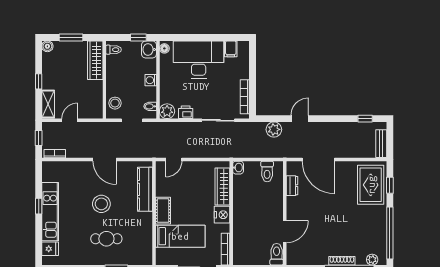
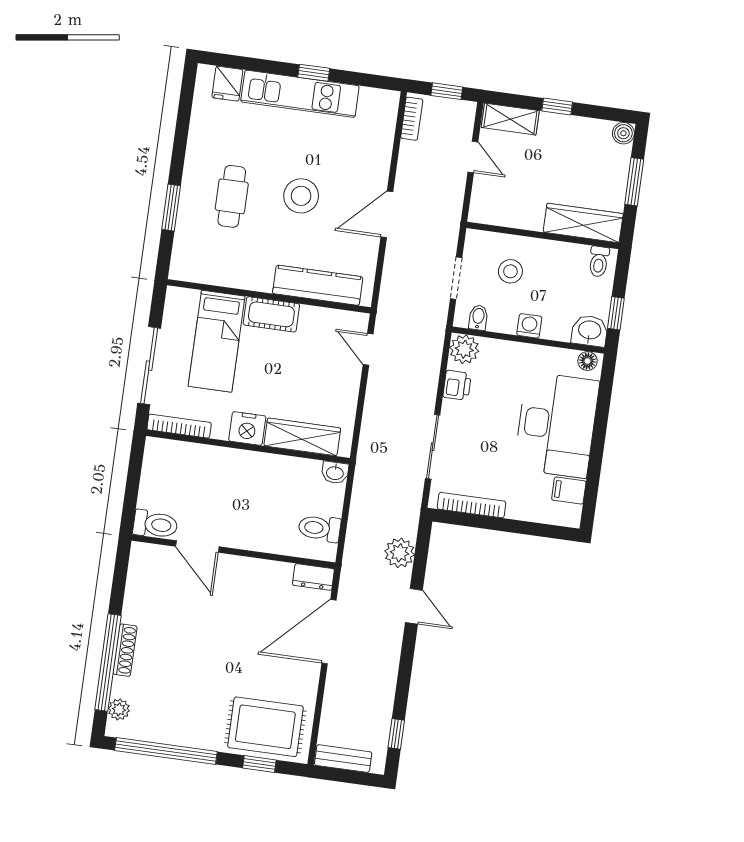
stool: (115, 103) -> (510, 271), moved
dresser: (292, 186) -> (313, 577), moved

